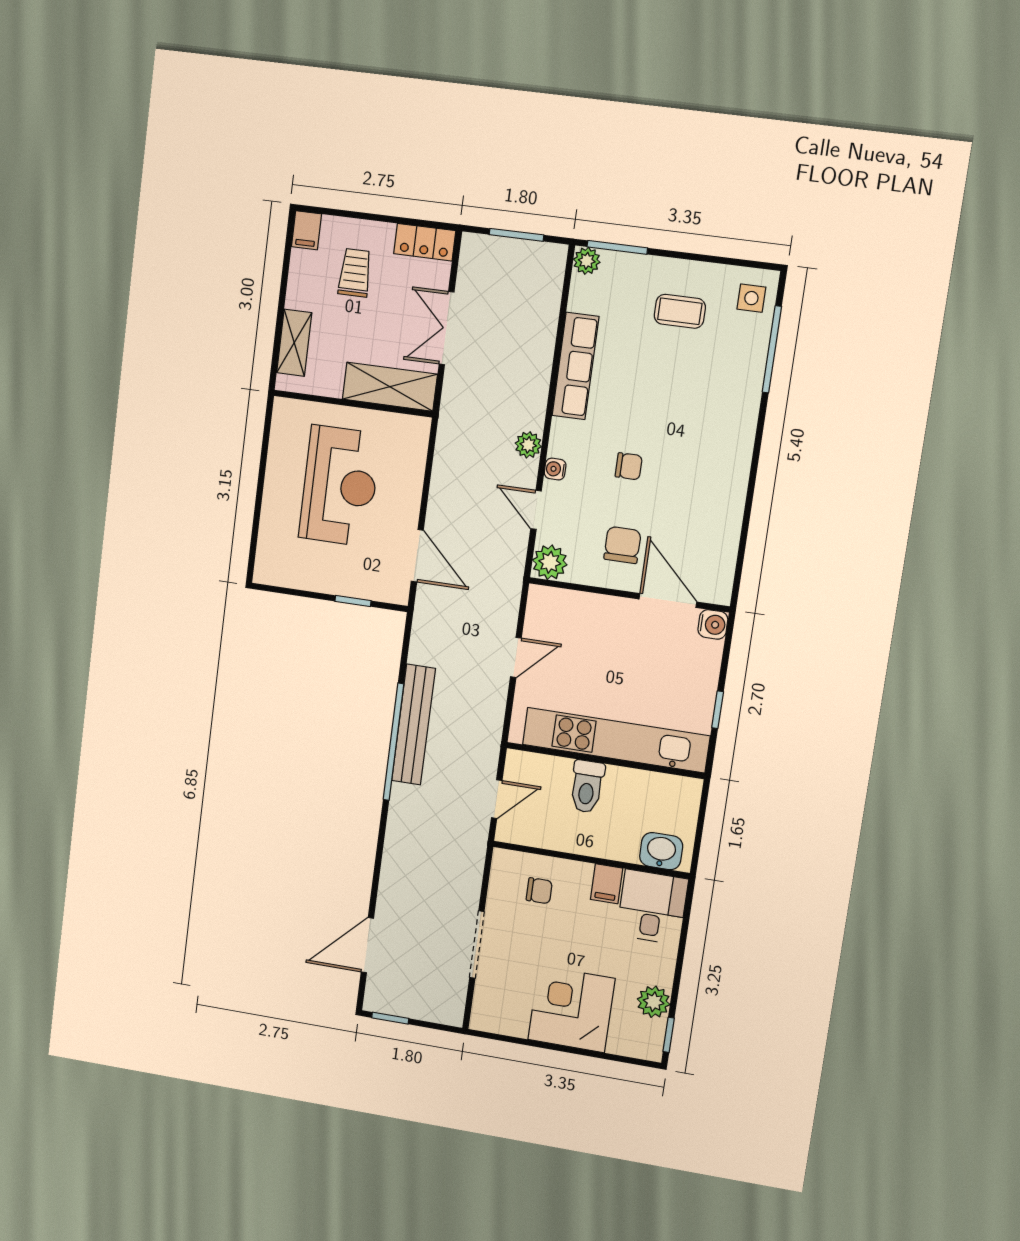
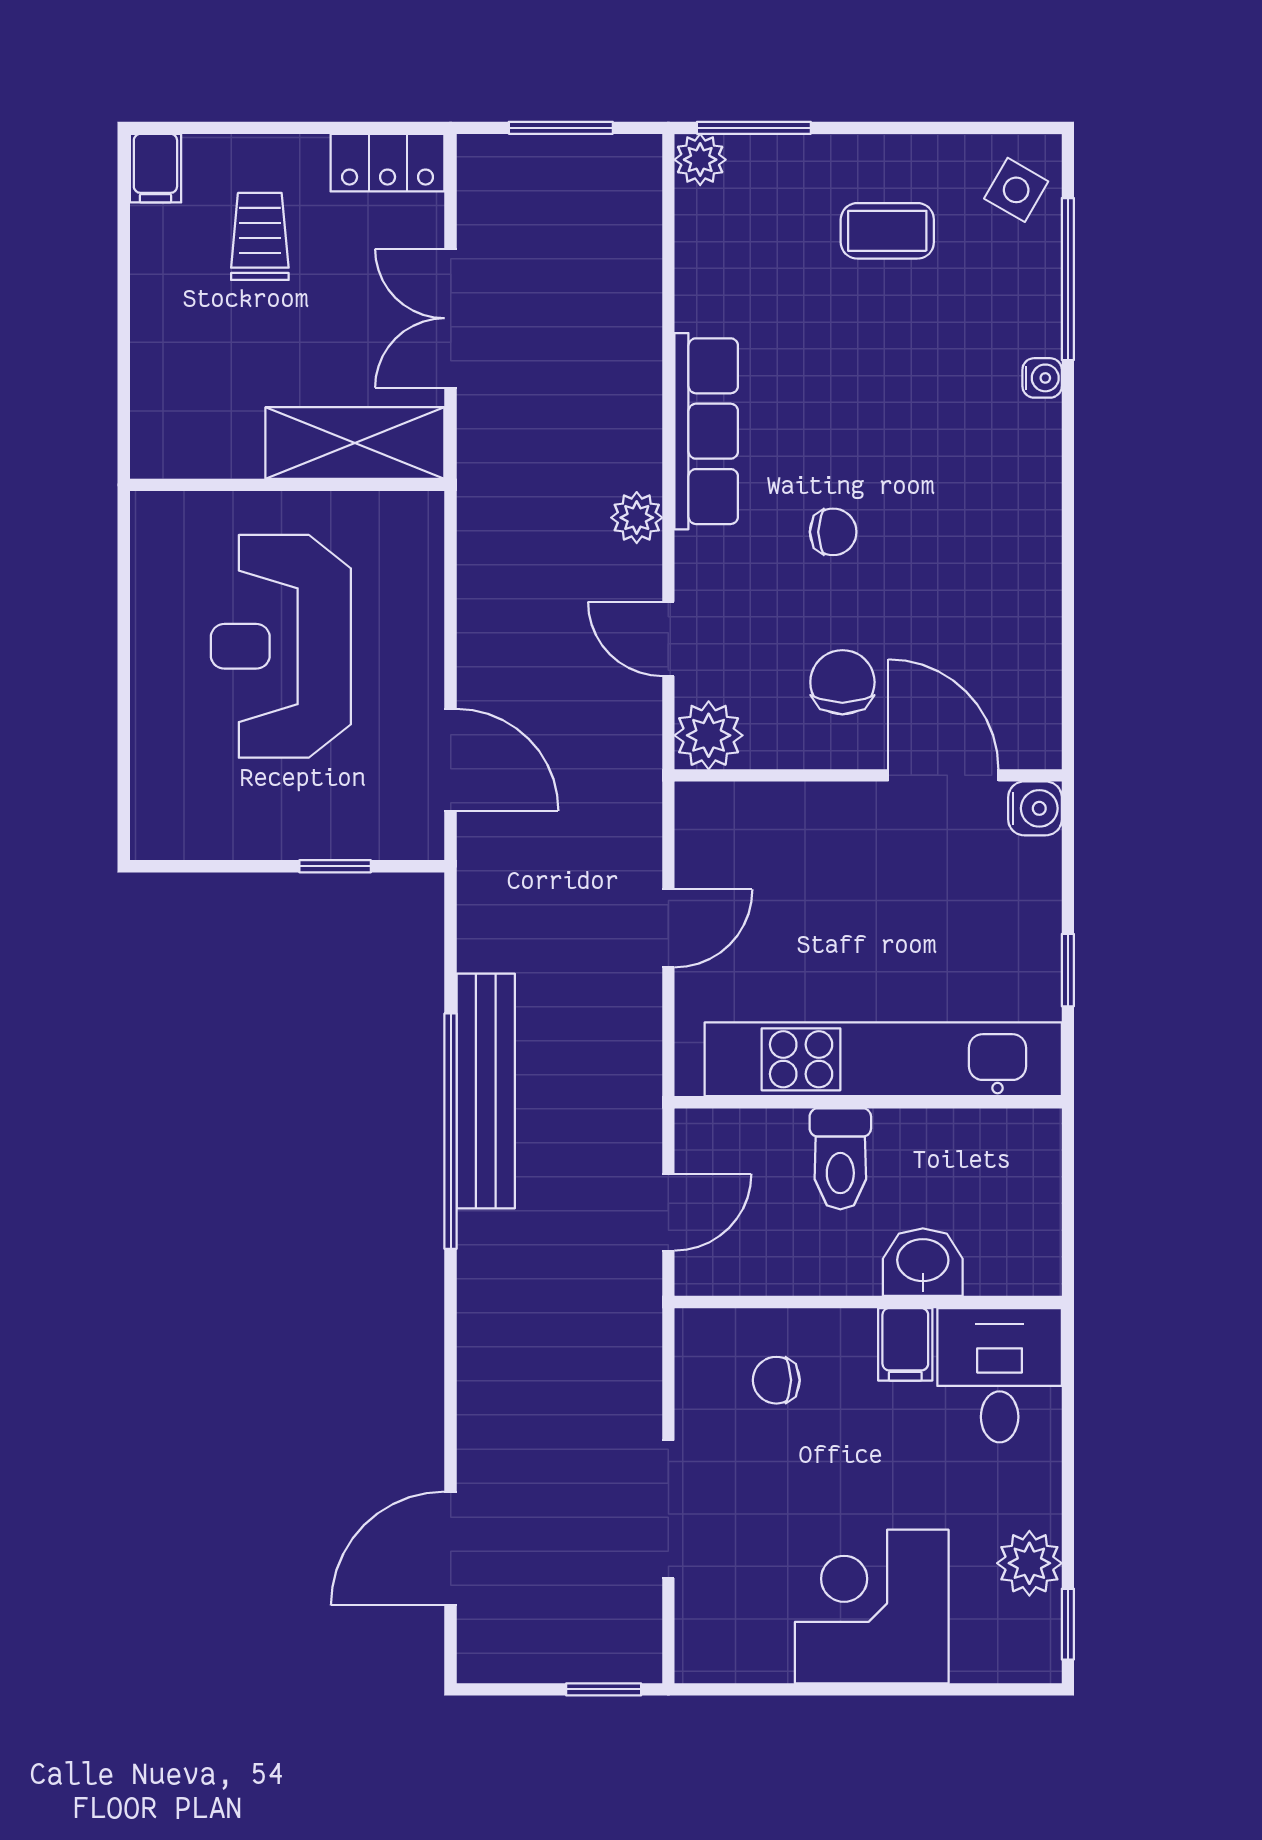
side table: (751, 298) -> (1016, 190), turned 30
shelving: (294, 343) -> (157, 384), removed
row of seats: (576, 366) -> (706, 431), moved
water cooler: (555, 469) -> (1042, 378), moved, turned 180
reception desk: (340, 486) -> (281, 646), turned 180
washbasin: (661, 851) -> (923, 1262), moved
chair: (539, 891) -> (776, 1380), turned 180
window: (390, 1018) -> (604, 1689), moved

